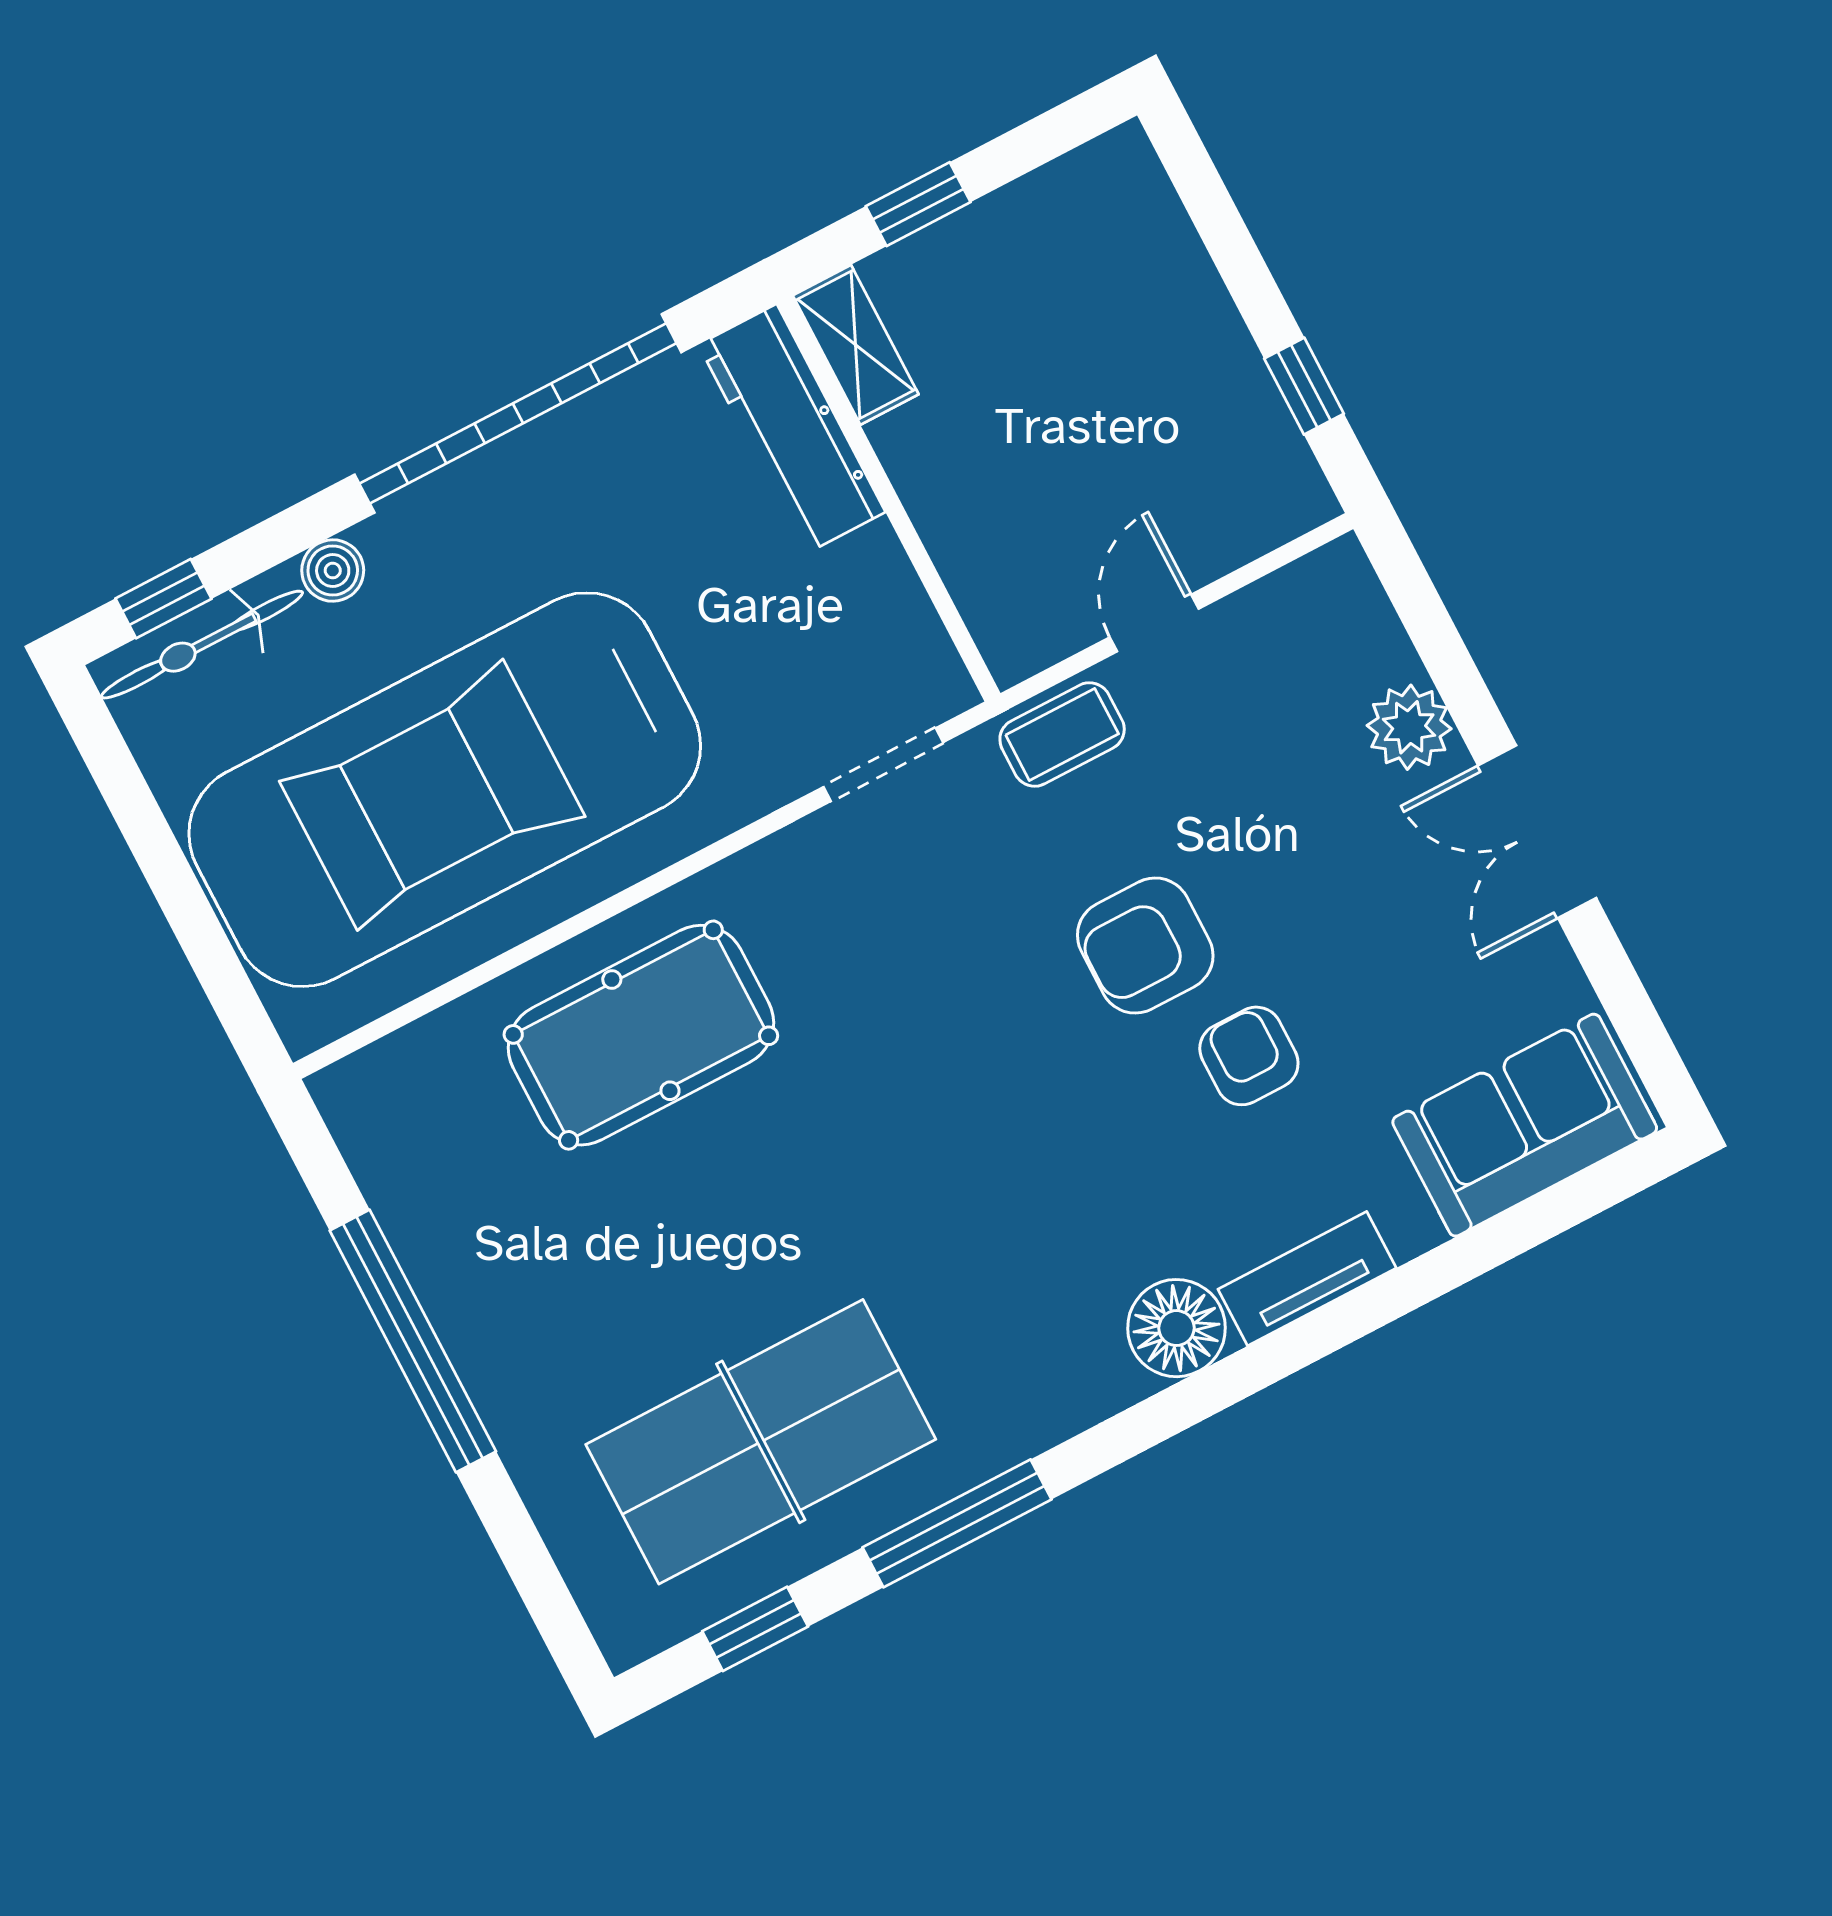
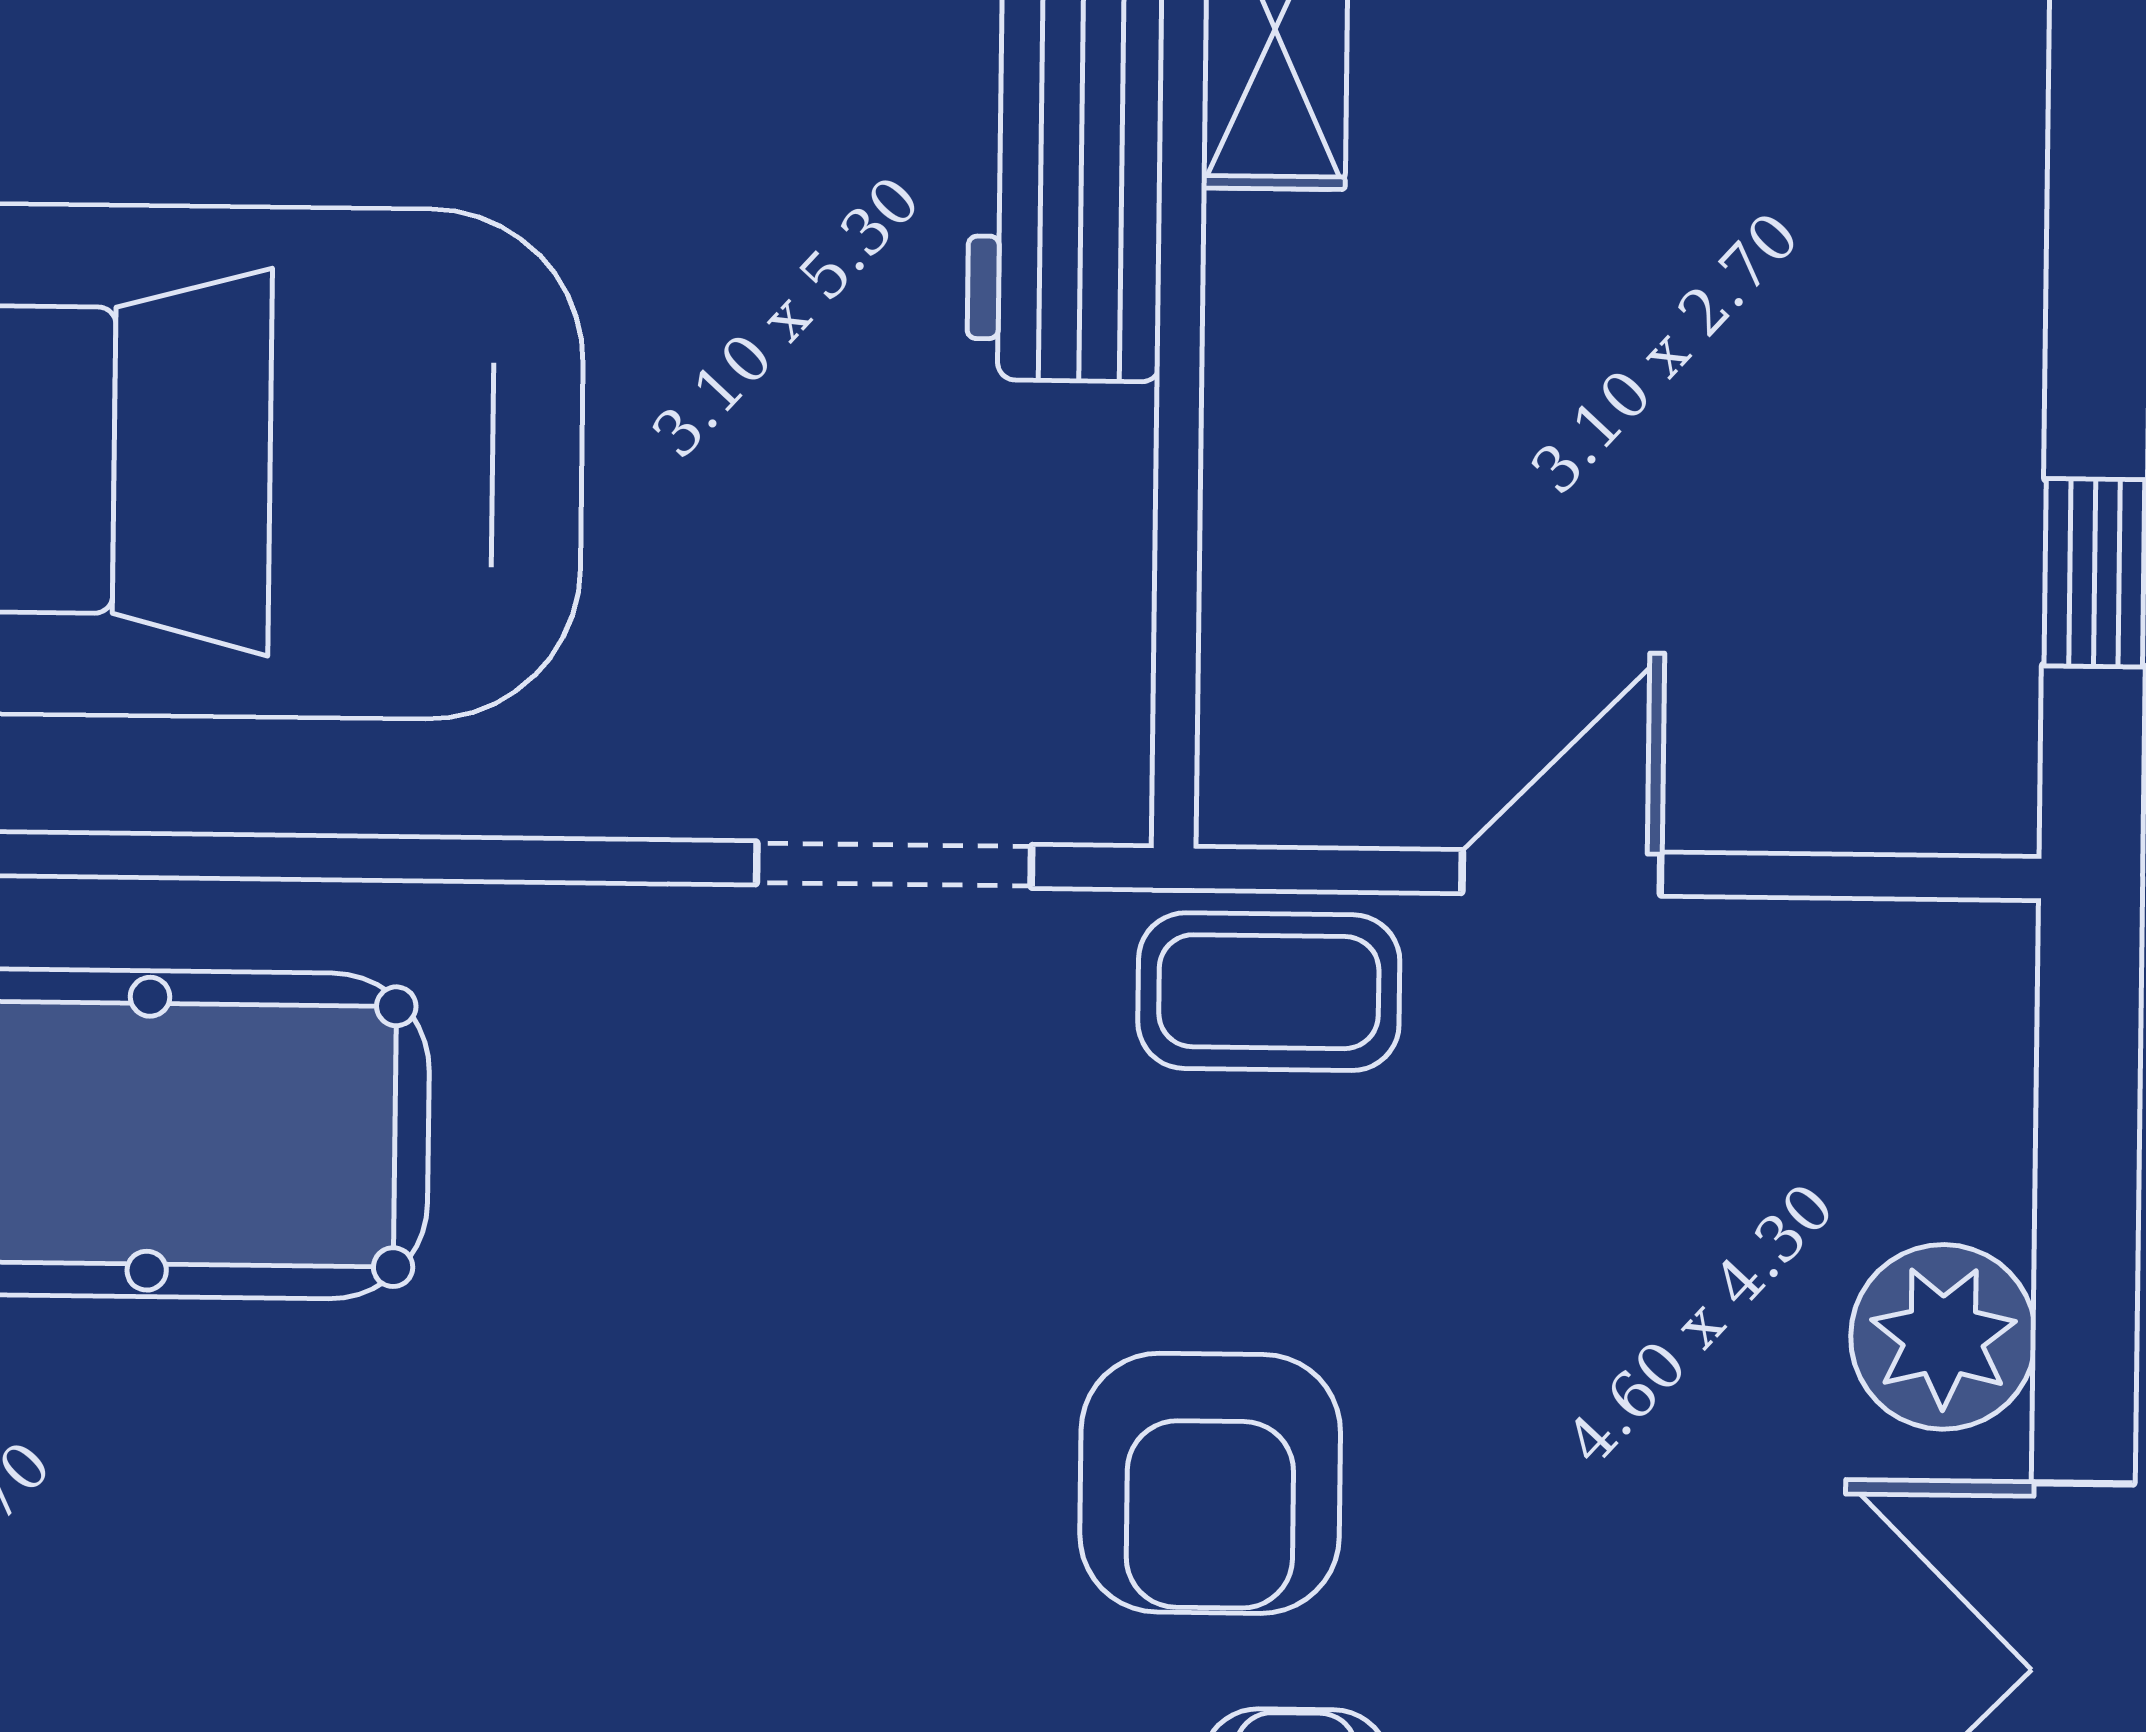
armchair: (1145, 945) -> (1210, 1483), turned -90

